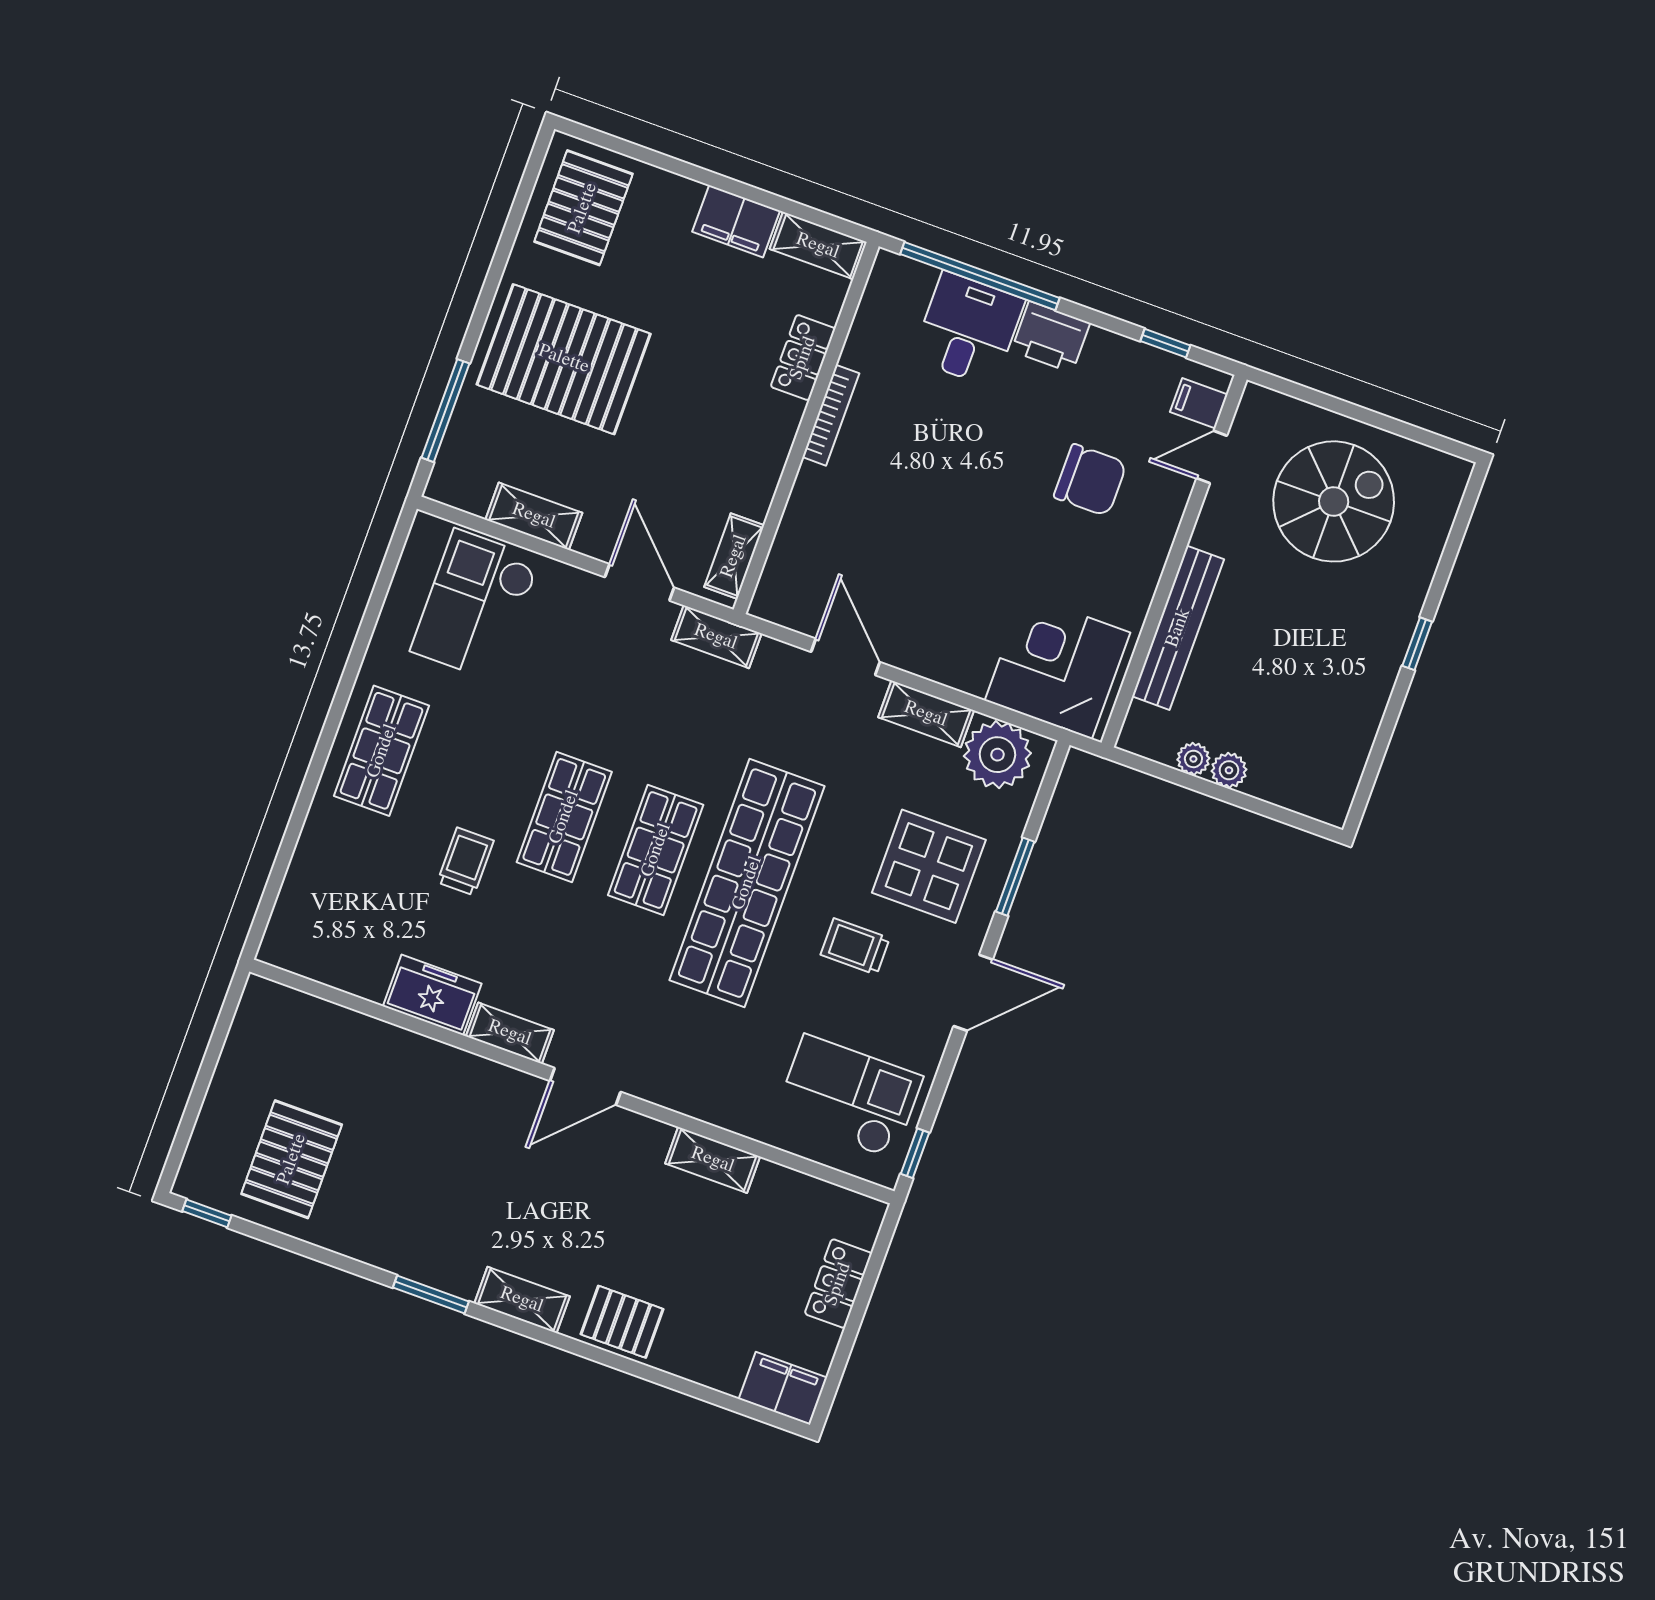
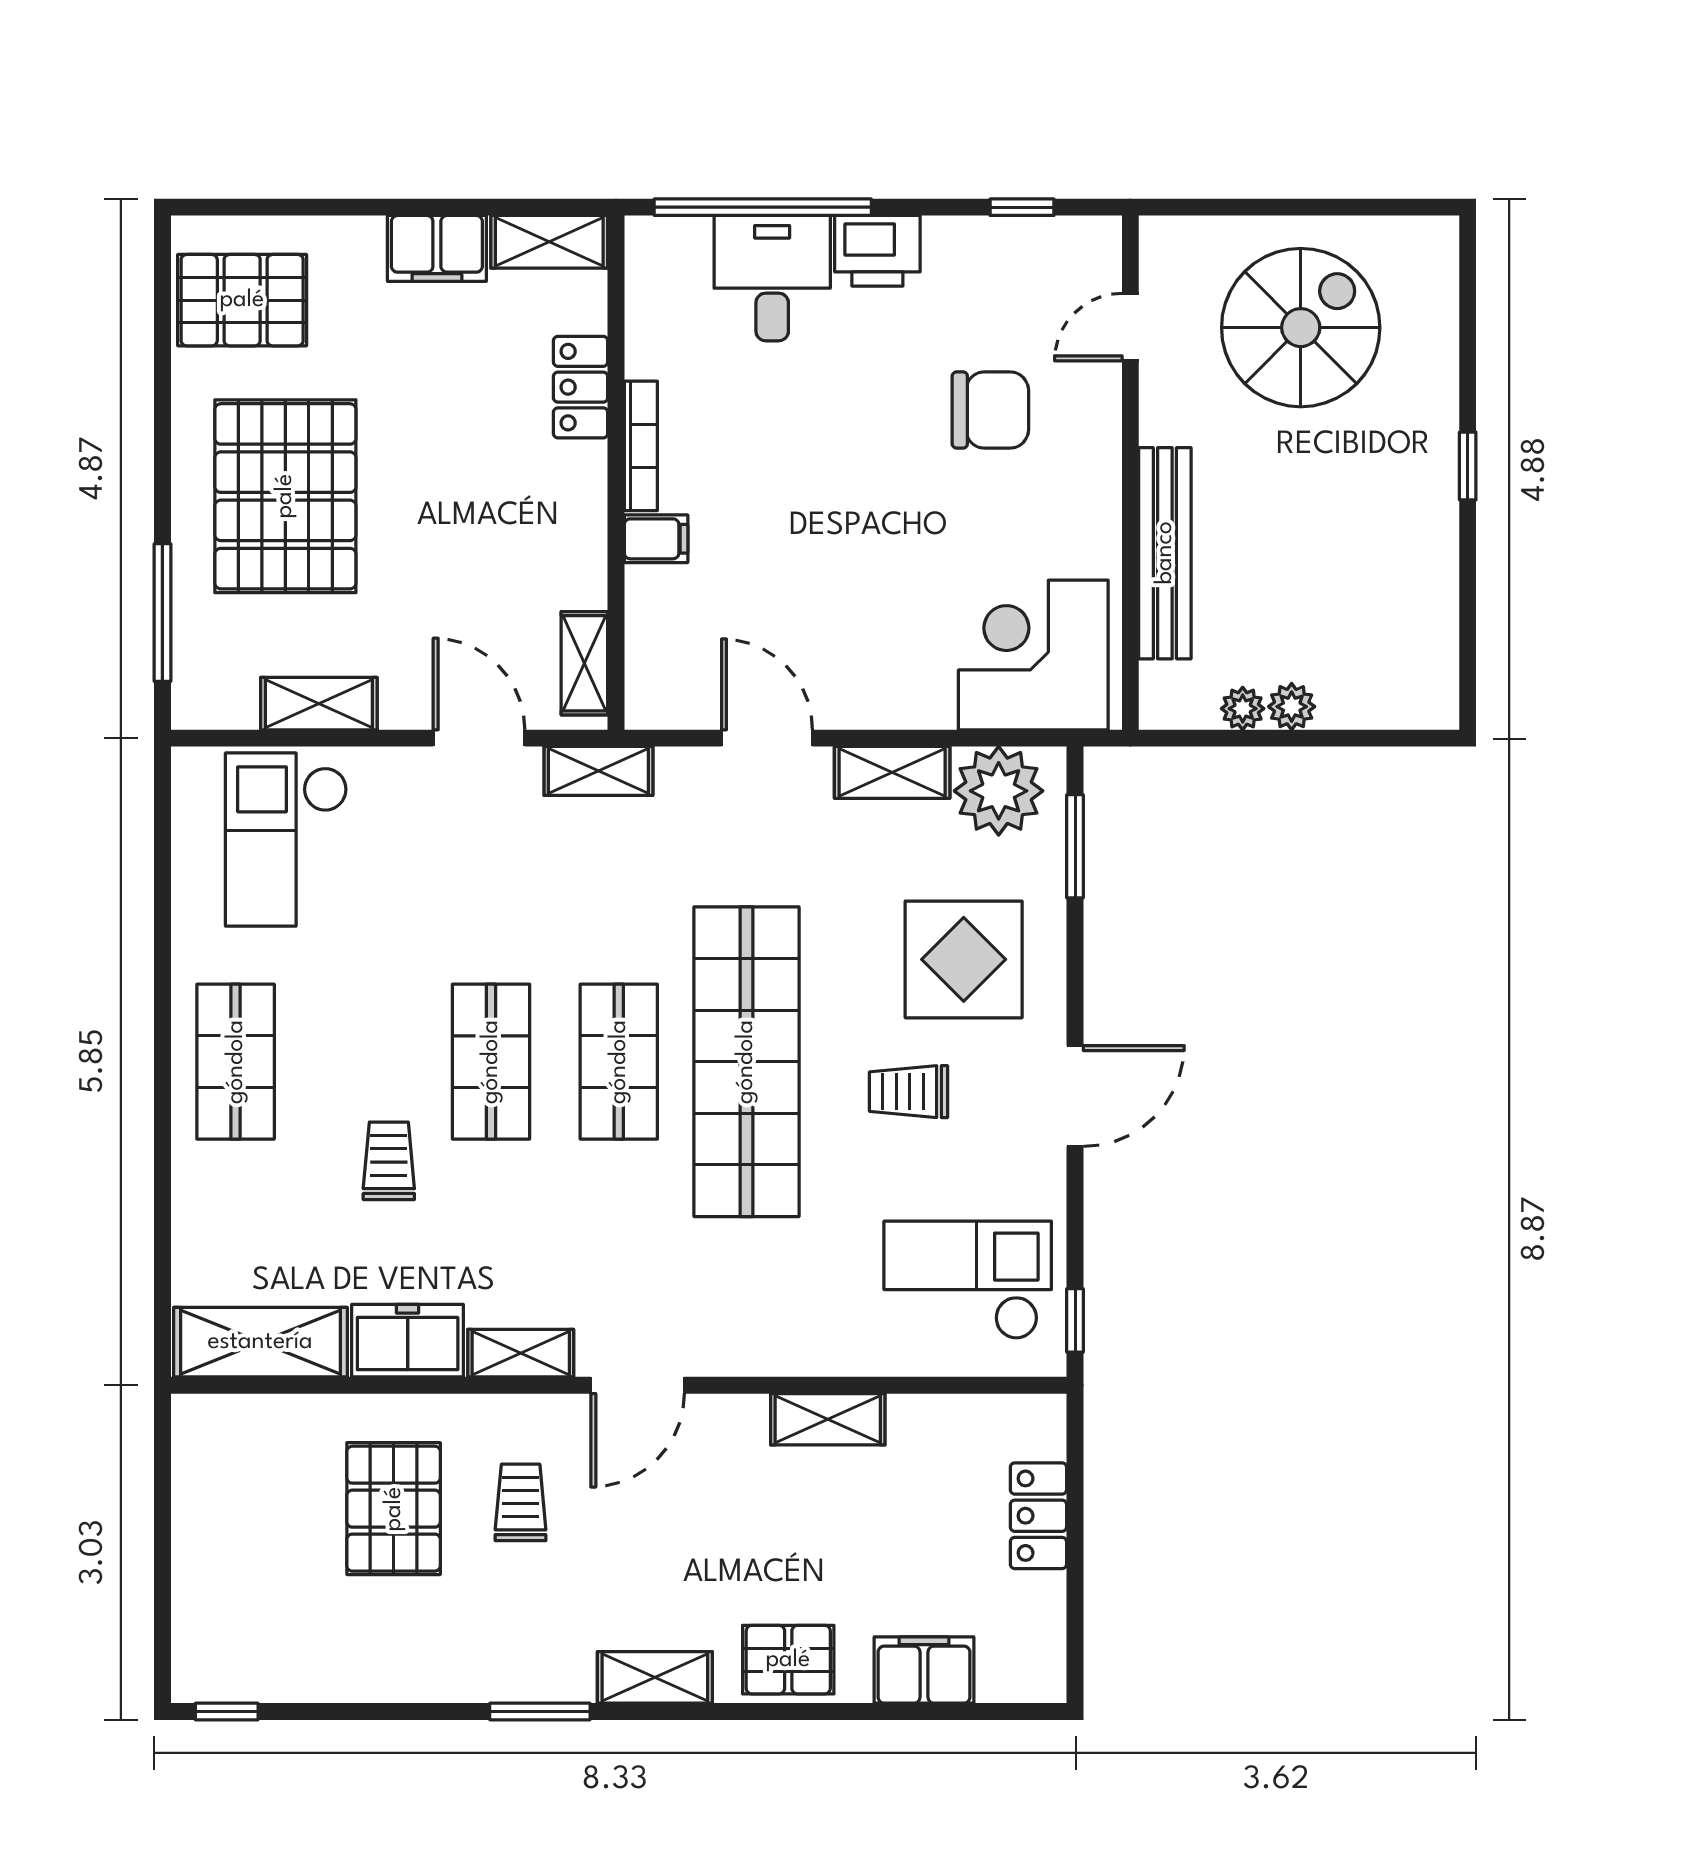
pallet: (583, 208) -> (242, 300), turned 90
pallet: (564, 359) -> (285, 496), turned 90
filing cabinet: (1199, 403) -> (656, 539), moved, turned 180
window: (1015, 877) -> (1075, 846), moved
shelving: (327, 958) -> (260, 1342), added
trolley: (471, 1140) -> (521, 1502), added
pallet: (292, 1159) -> (394, 1509), moved
filing cabinet: (783, 1388) -> (924, 1670), moved

